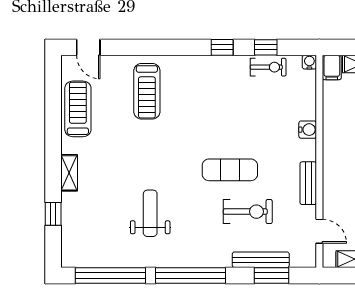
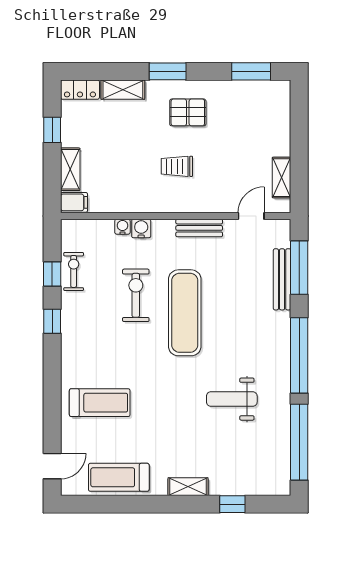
water cooler: (309, 62) -> (122, 227), moved, turned 90
exercise mat: (230, 170) -> (185, 313), width x1.36, depth x1.45
exercise bike: (248, 212) -> (136, 295), moved
window: (272, 275) -> (299, 268), width x1.44

